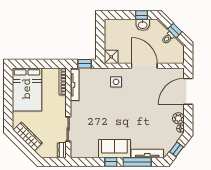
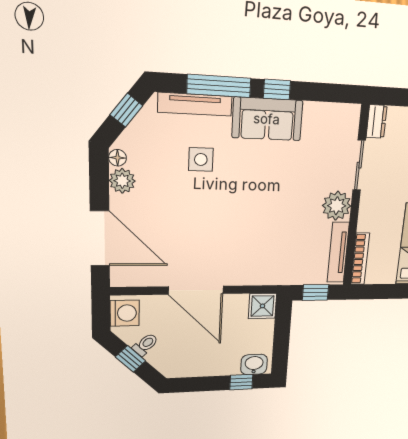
window: (141, 15) -> (241, 382), moved
washbasin: (143, 25) -> (254, 364), moved
washing machine: (177, 55) -> (125, 313), added
side table: (116, 82) -> (201, 159), moved
door: (188, 91) -> (100, 239), hinge flipped
plant: (78, 109) -> (337, 206), added

